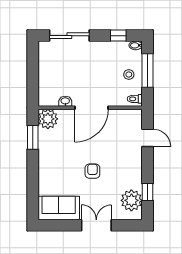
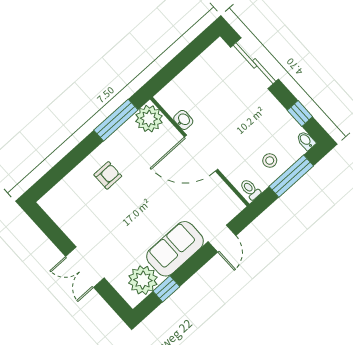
window: (33, 137) -> (116, 120), width x1.44
armchair: (92, 171) -> (108, 175), moved
sofa: (59, 208) -> (175, 249), moved, turned -90
double door: (96, 225) -> (85, 267), swing flipped

